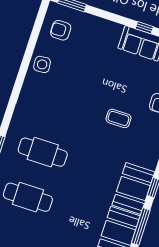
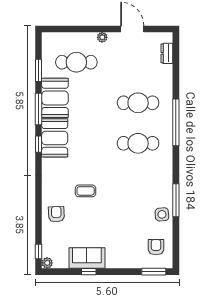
armchair: (61, 30) -> (156, 247), turned -90
window: (21, 75) -> (176, 200), added

